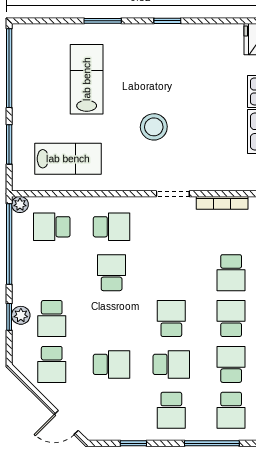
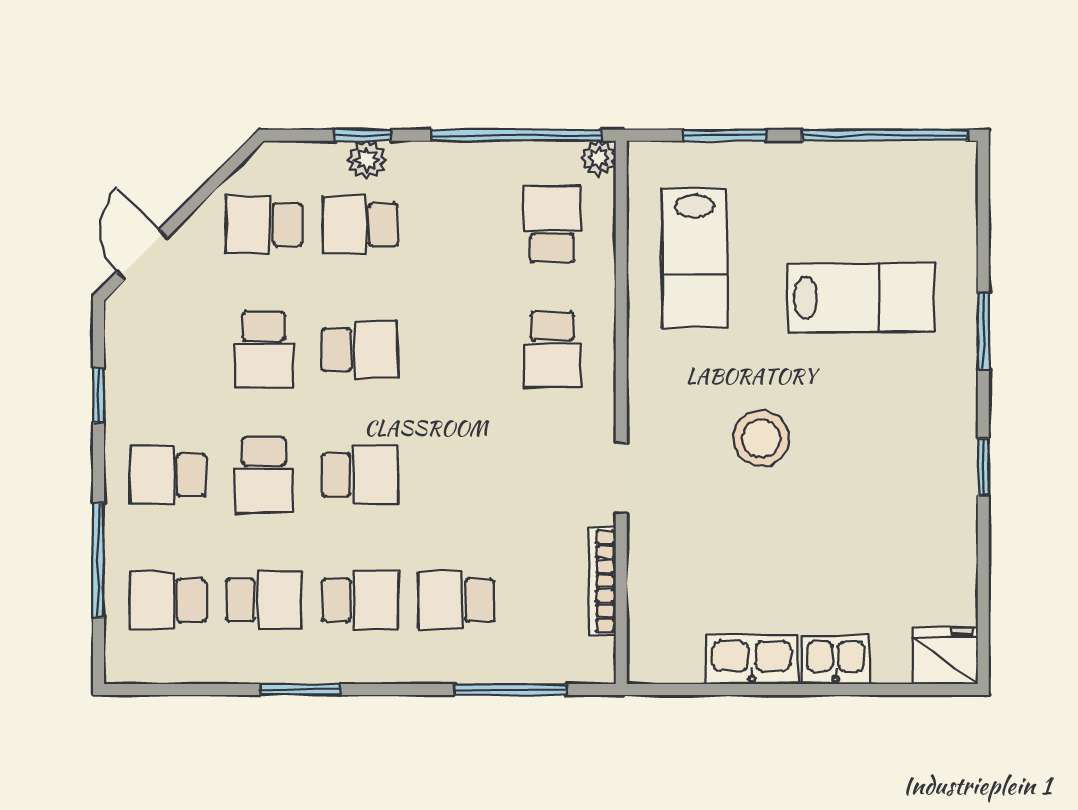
school desk: (112, 273) -> (360, 350), moved

